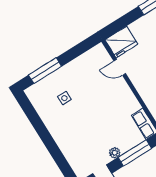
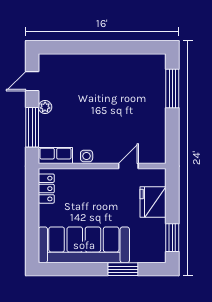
fridge: (121, 42) -> (153, 202), moved
side table: (64, 98) -> (87, 156), moved

